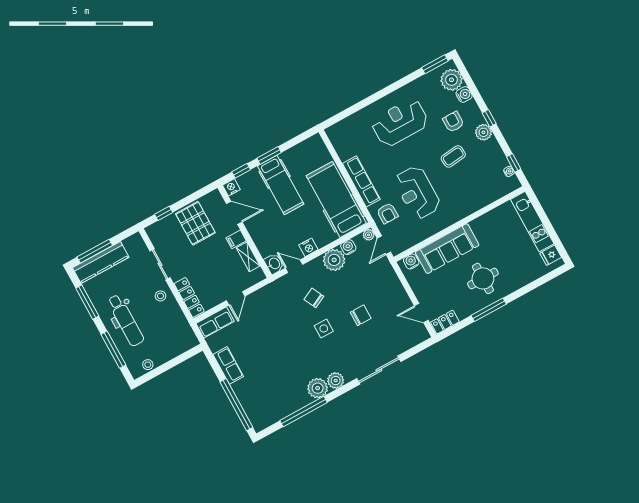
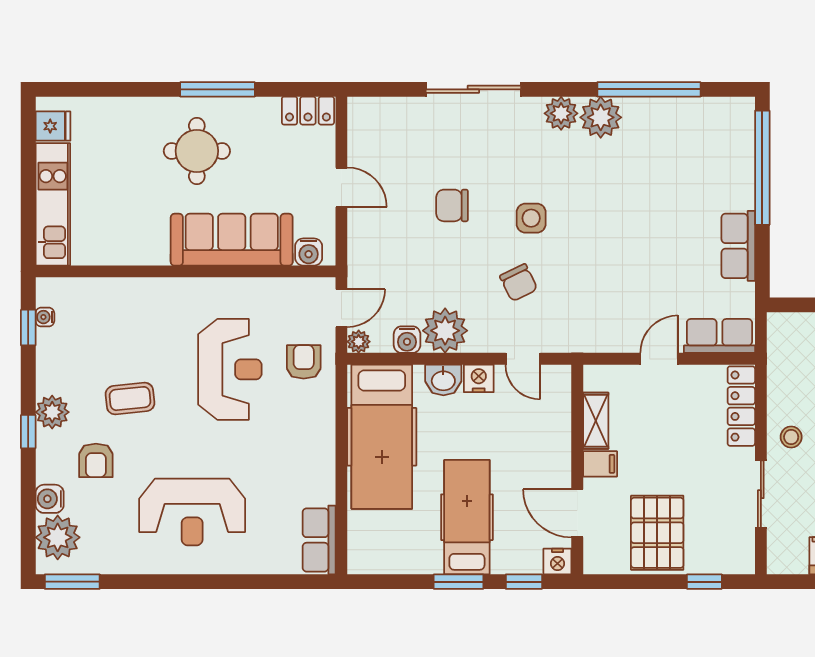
row of seats: (361, 181) -> (319, 540), moved, width x0.68
washbasin: (274, 264) -> (443, 380), moved, turned -90
door: (421, 313) -> (341, 187), moved

